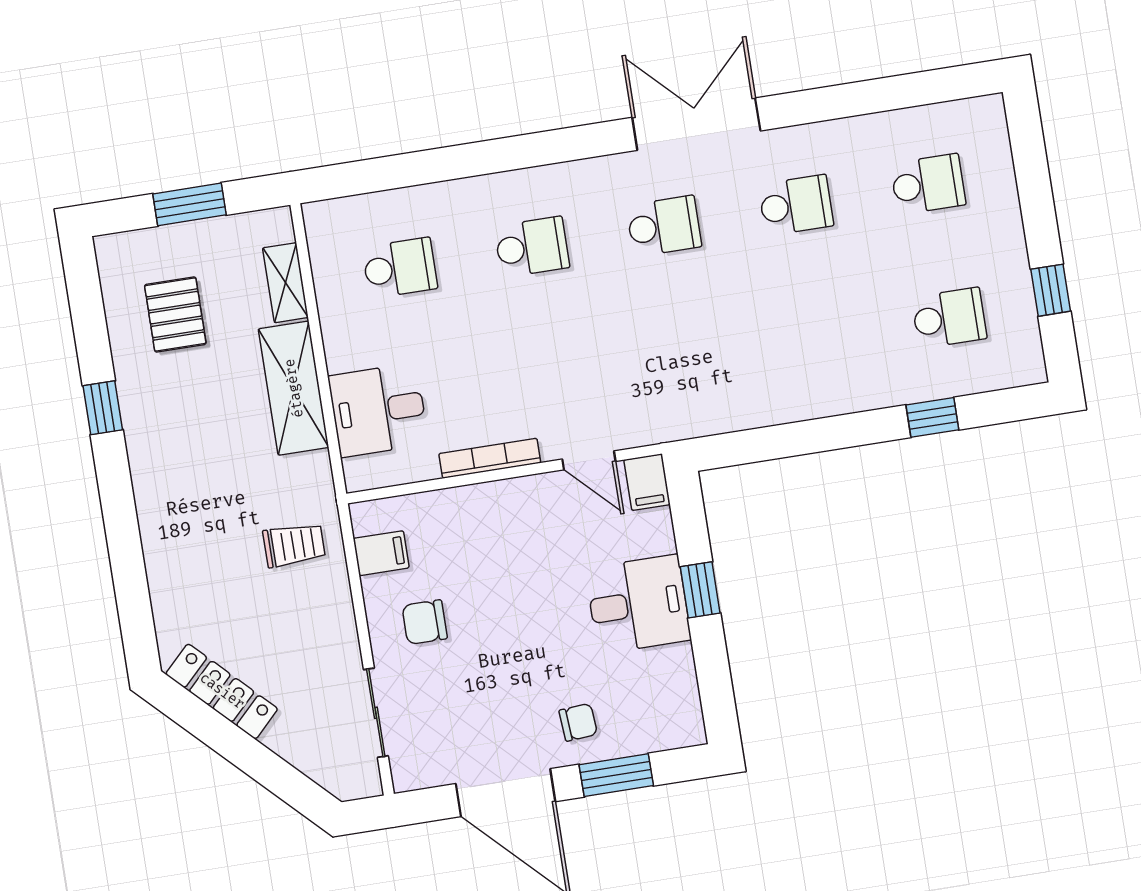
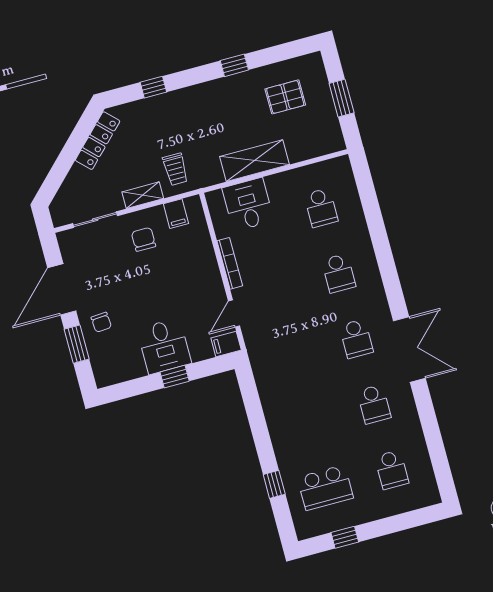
shelving: (285, 283) -> (143, 195), moved
school desk: (949, 318) -> (325, 488), width x1.85
window: (129, 571) -> (153, 87), added

